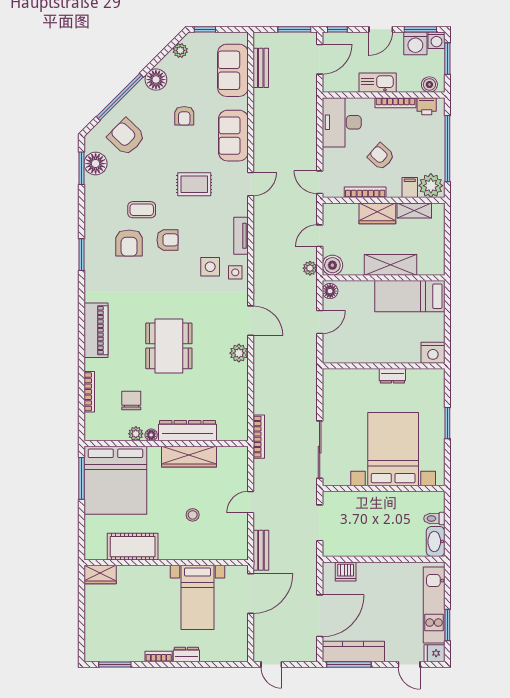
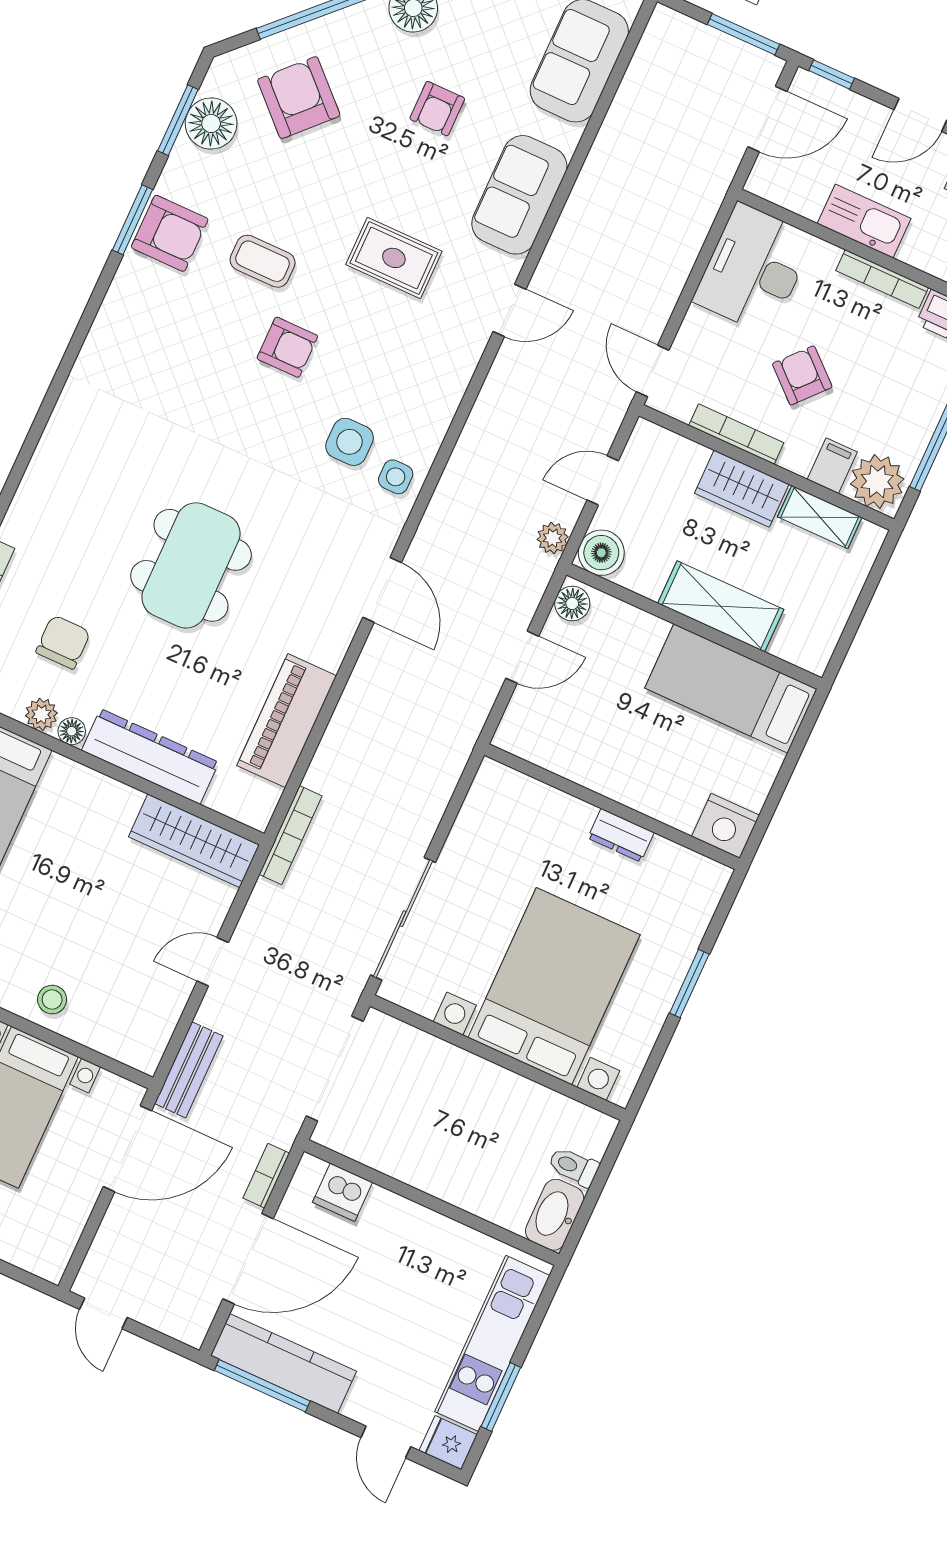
bench: (261, 68) -> (639, 82), removed
tv unit: (241, 236) -> (442, 407), removed
armchair: (129, 243) -> (170, 233), moved, turned -90
window: (82, 255) -> (132, 220), moved
piano: (96, 330) -> (287, 721), moved, turned 180
plant: (239, 353) -> (328, 645), removed
wardrobe: (189, 457) -> (194, 841), moved
stool: (193, 515) -> (52, 1000), moved
doorway: (320, 523) -> (335, 1069), width x1.36
bookcase: (312, 579) -> (266, 1176), added

